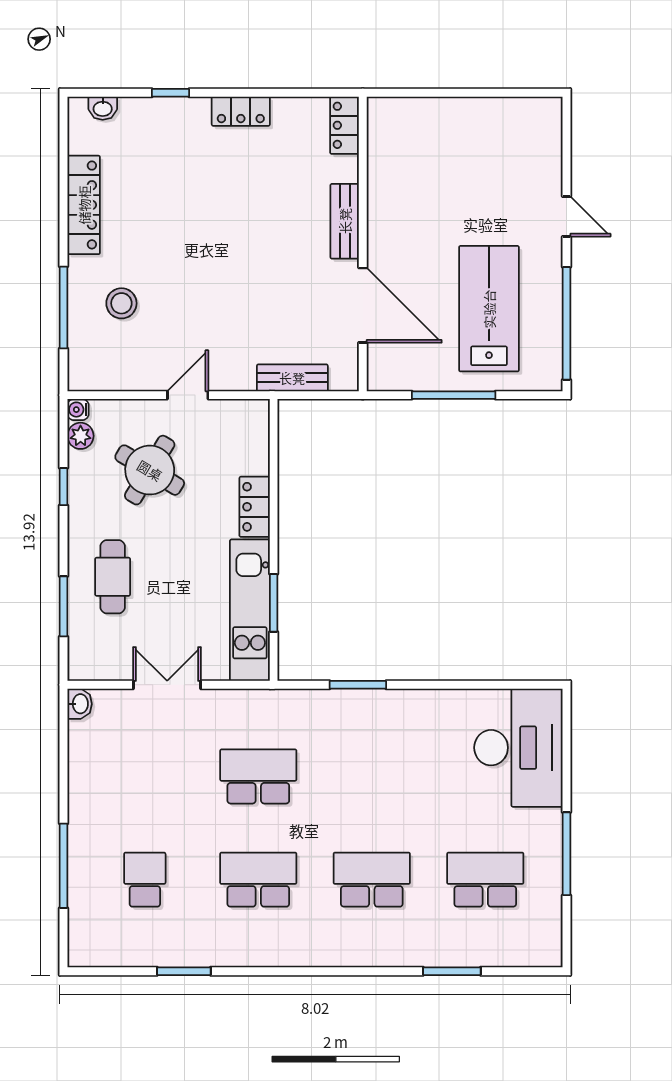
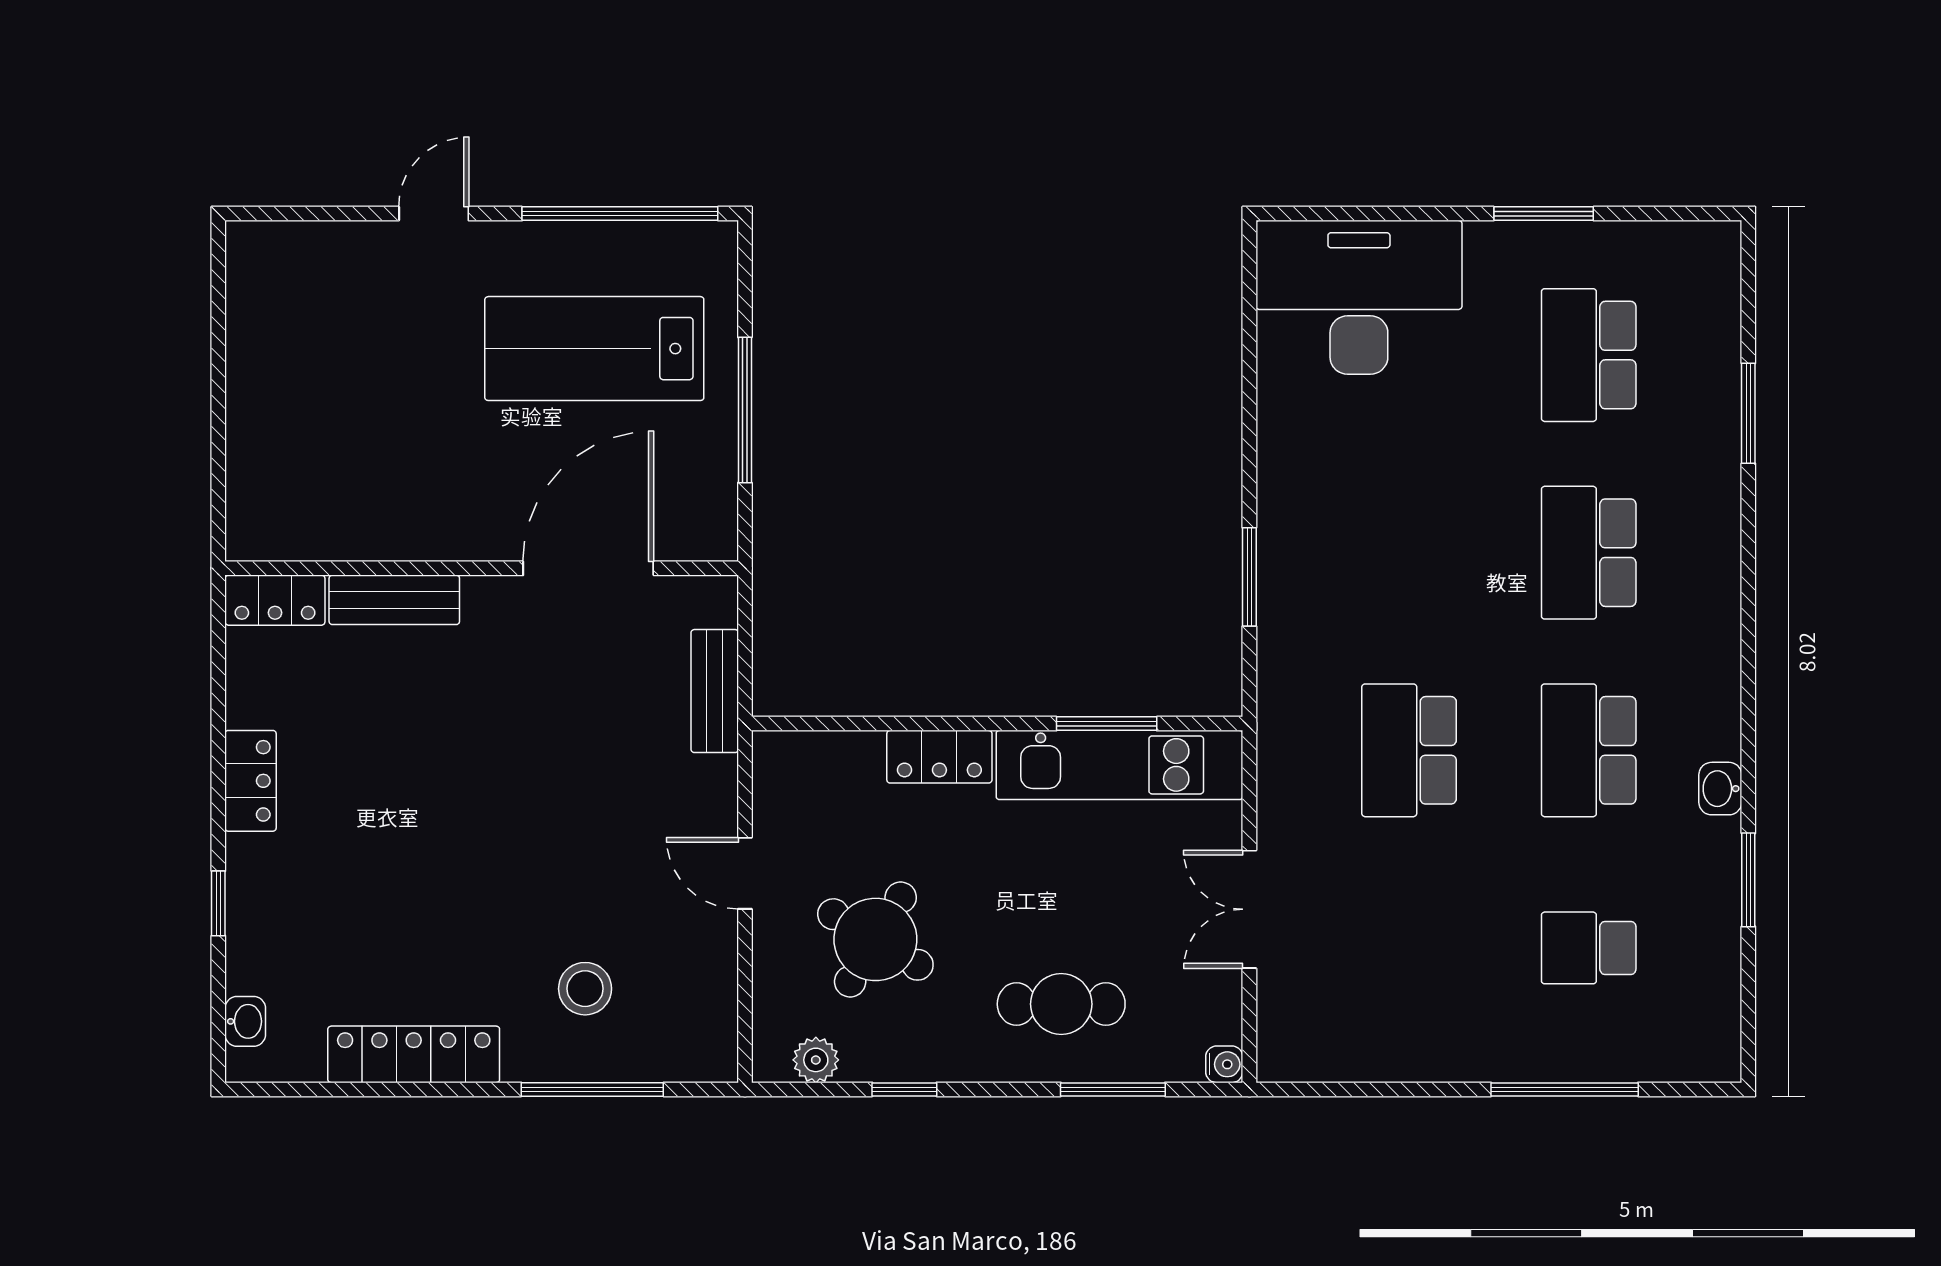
bench: (345, 221) -> (394, 600), moved
water cooler: (78, 410) -> (1224, 1064), moved, turned -90
washbasin: (80, 704) -> (1720, 789), moved, turned -90
window: (567, 854) -> (1544, 214), width x0.69

